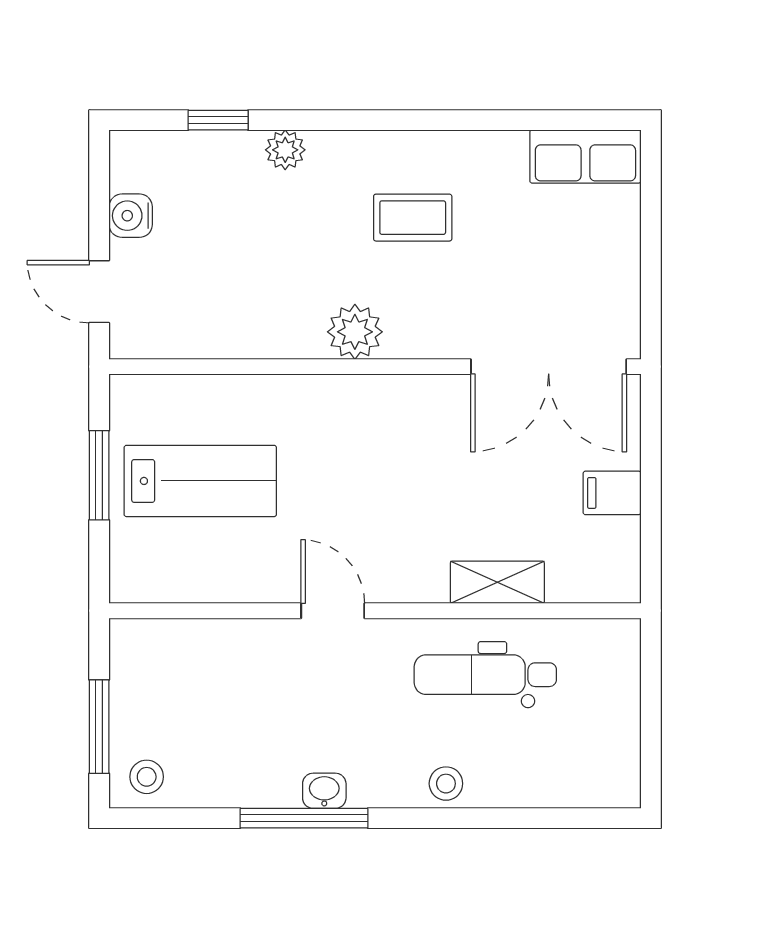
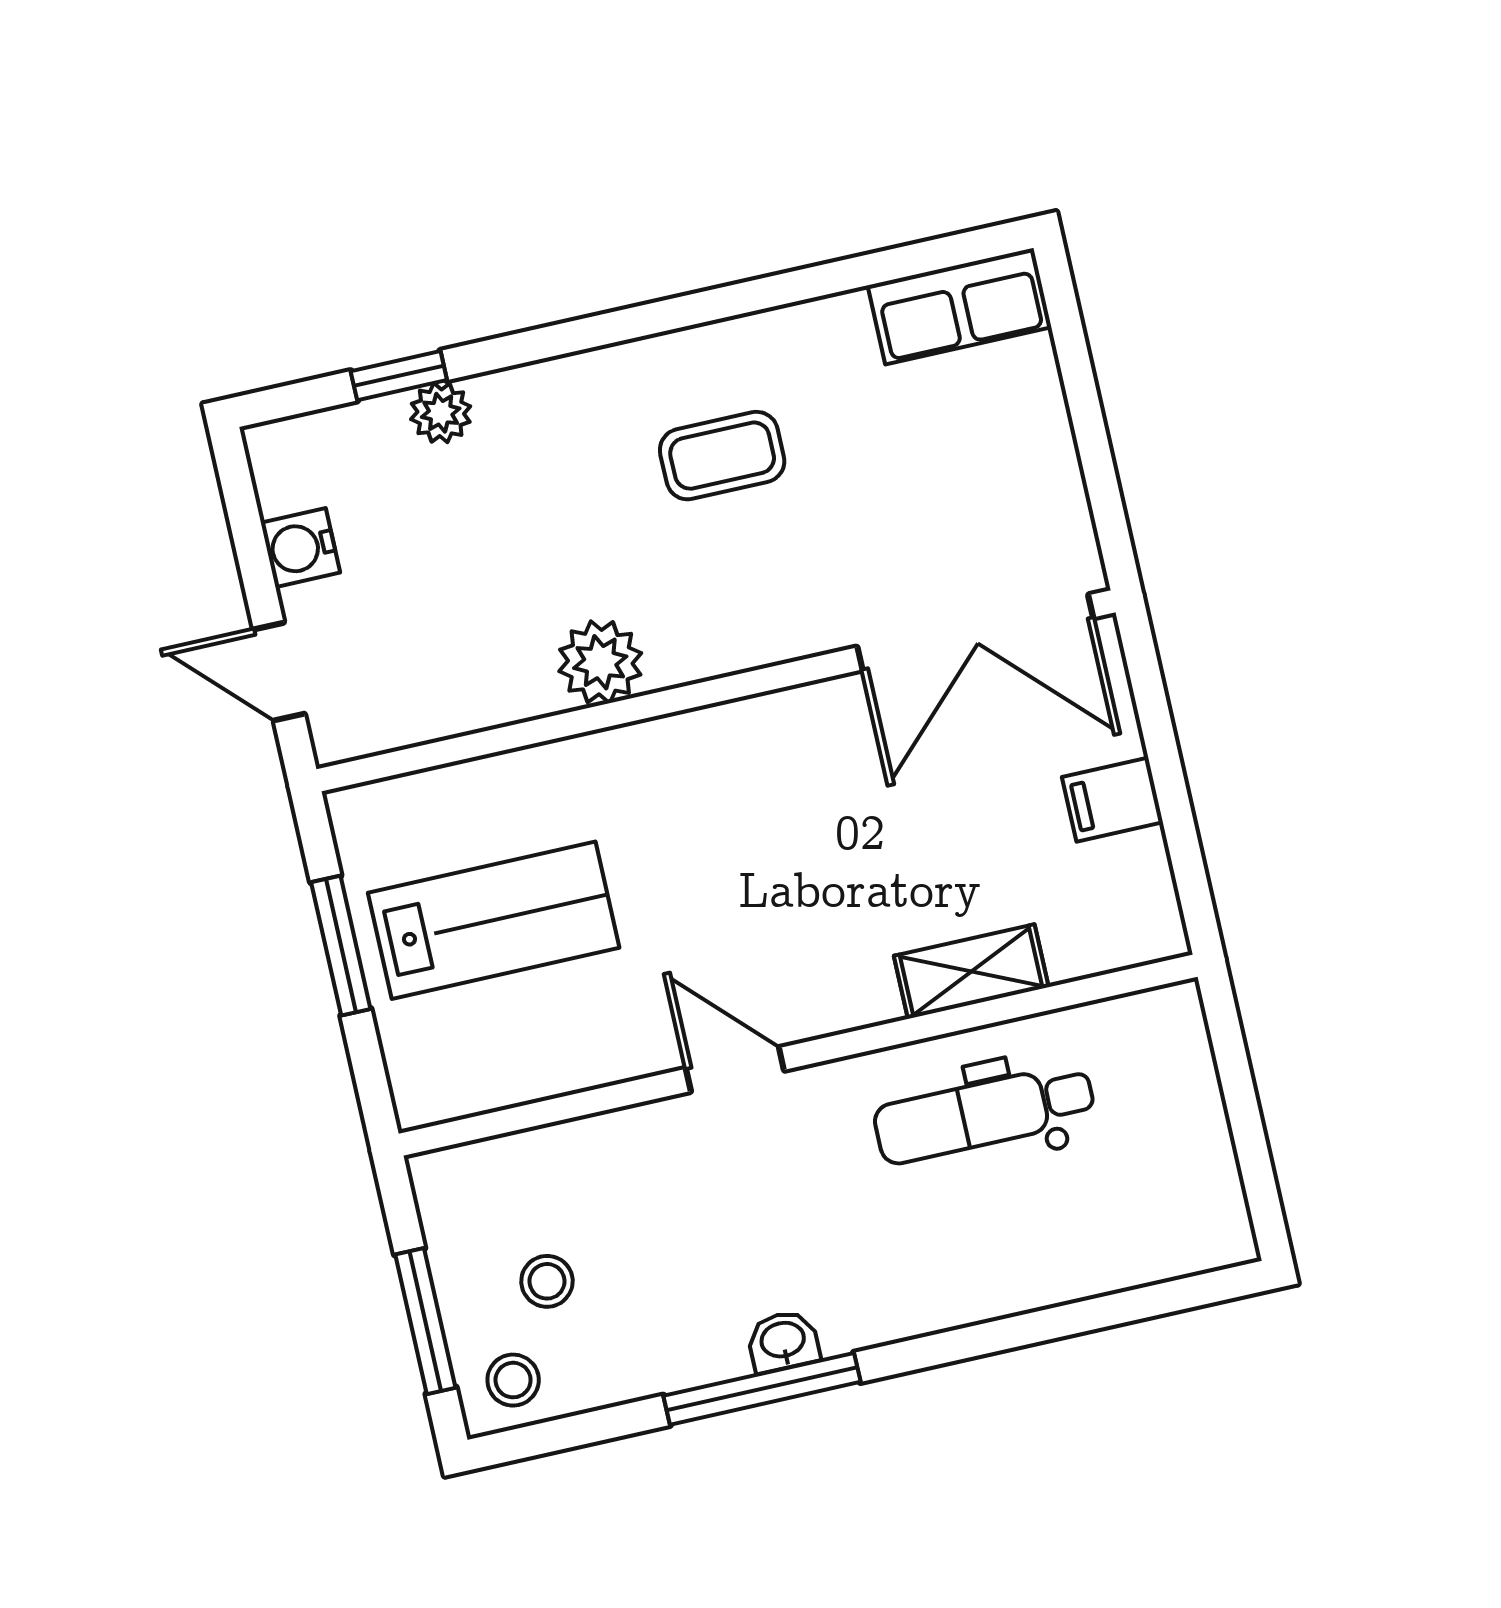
plant: (285, 150) -> (441, 413), moved
plant: (355, 332) -> (600, 662), moved
stool: (446, 784) -> (547, 1281), moved

